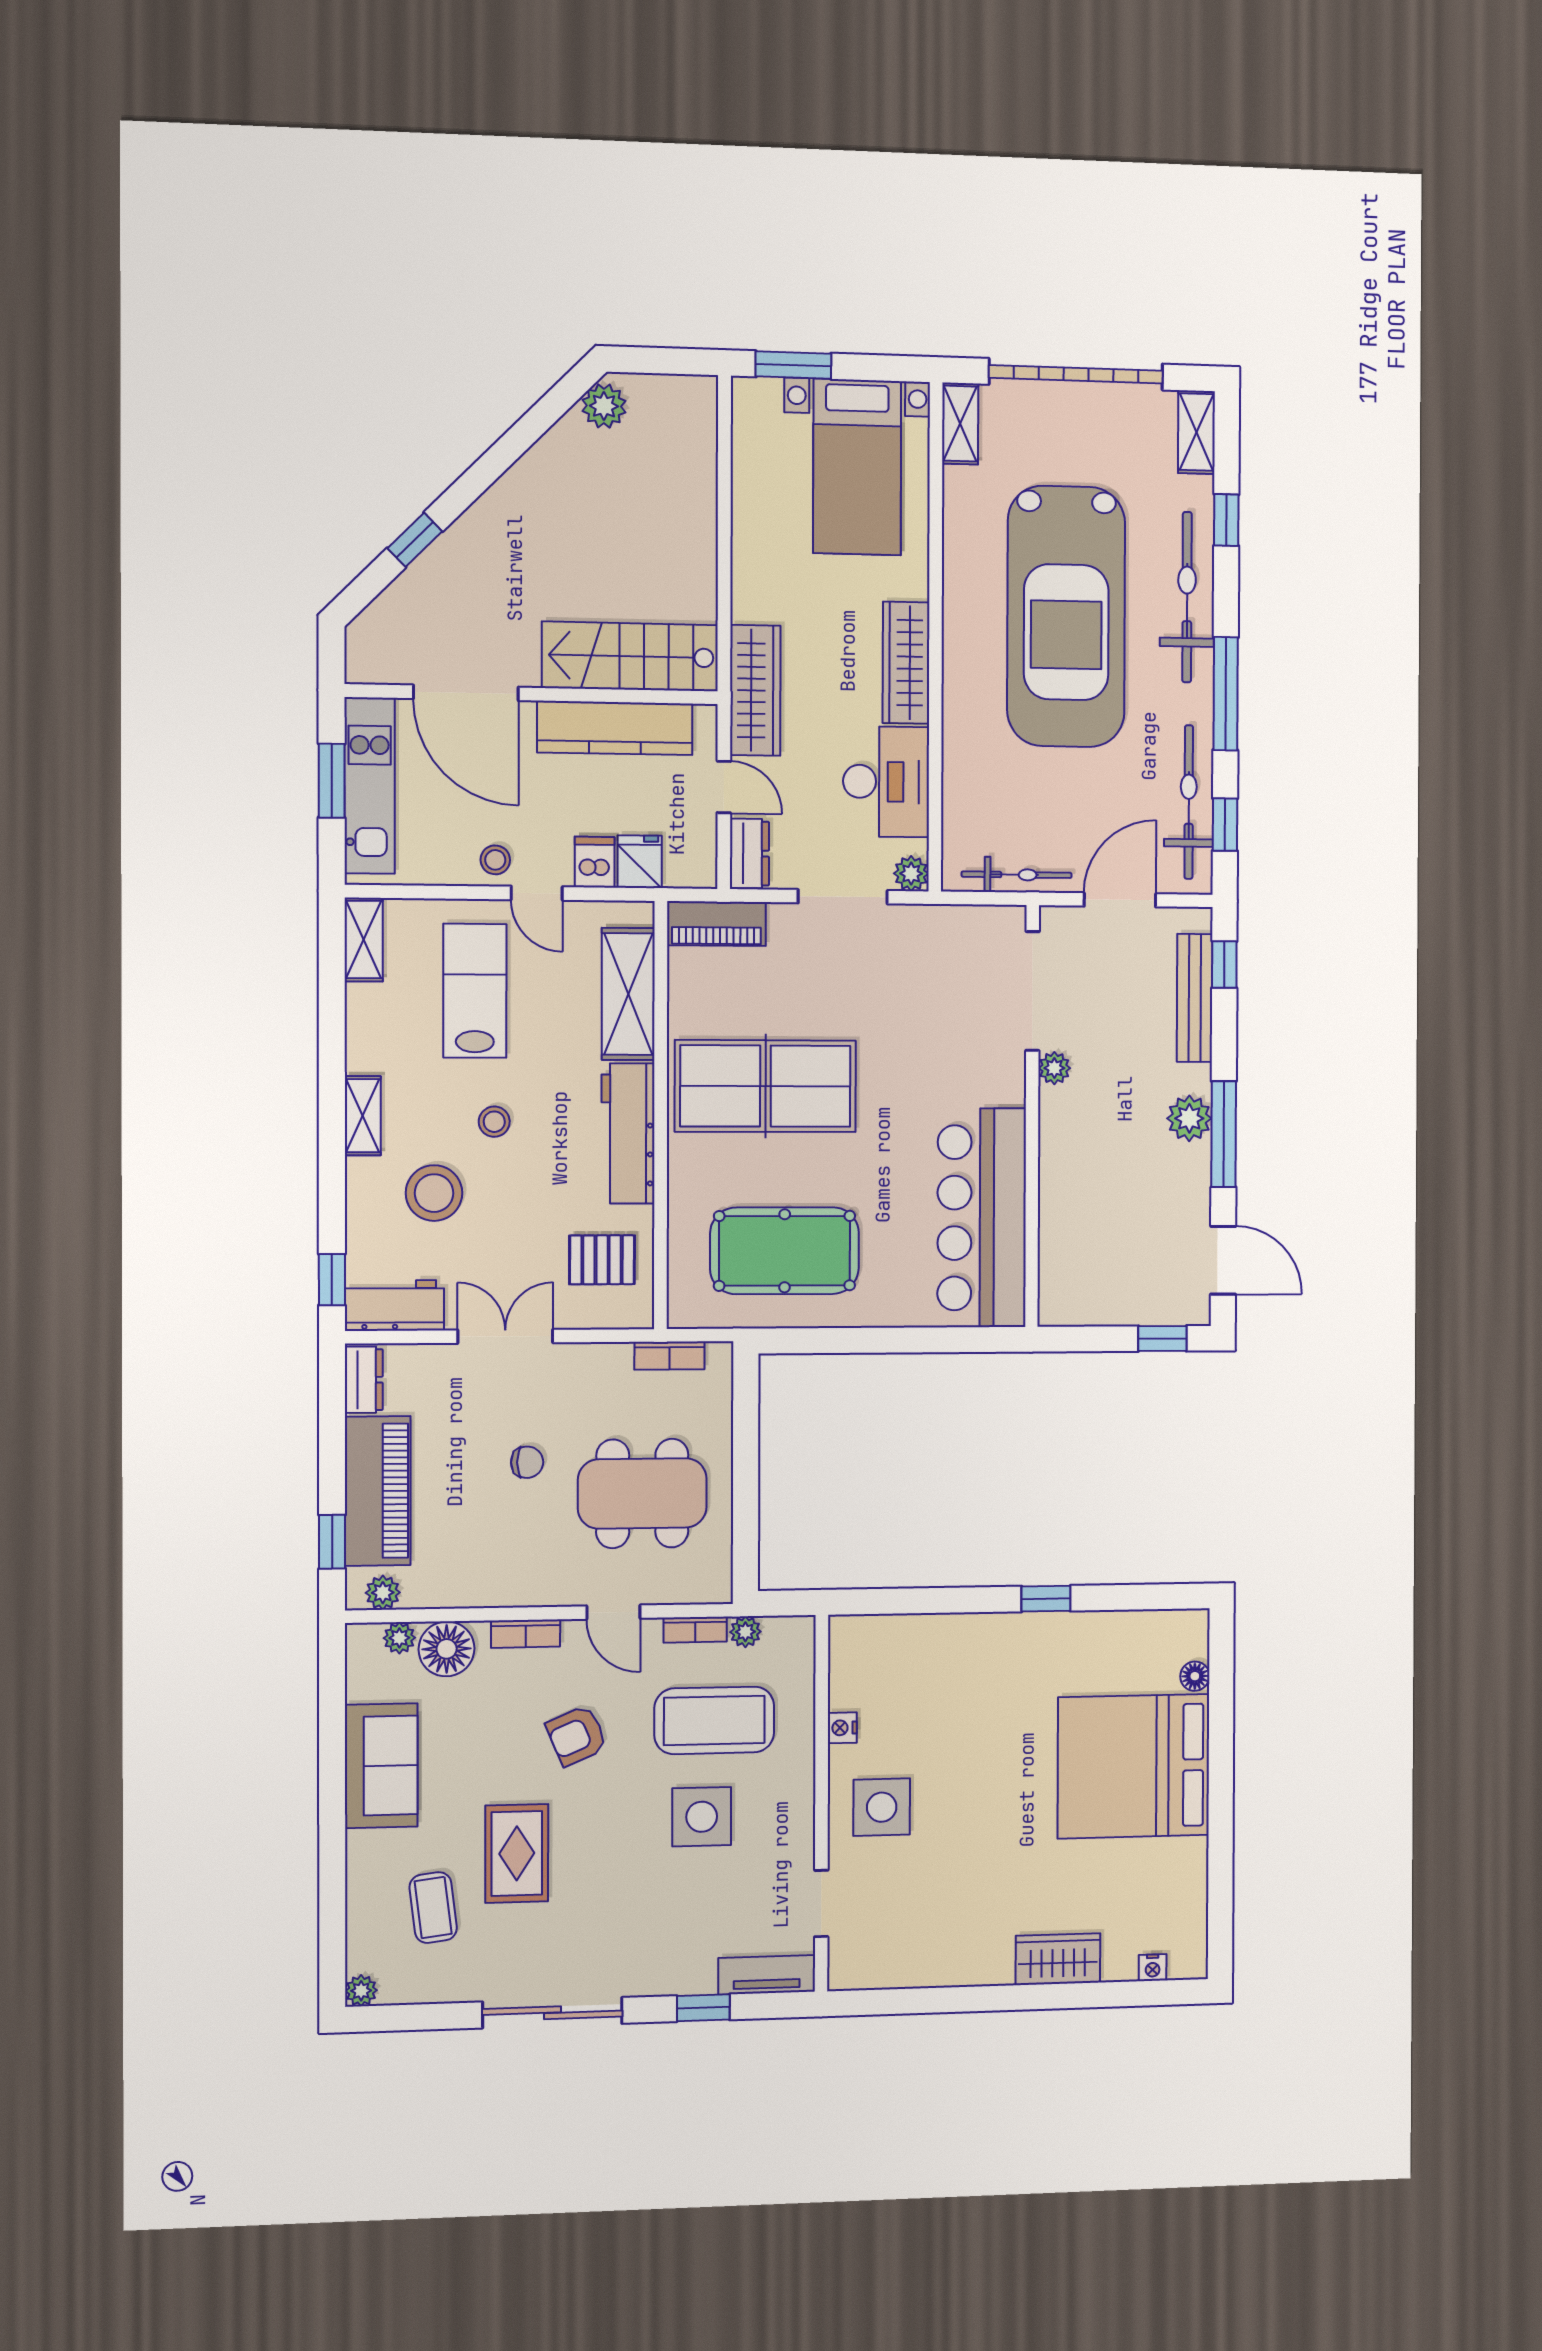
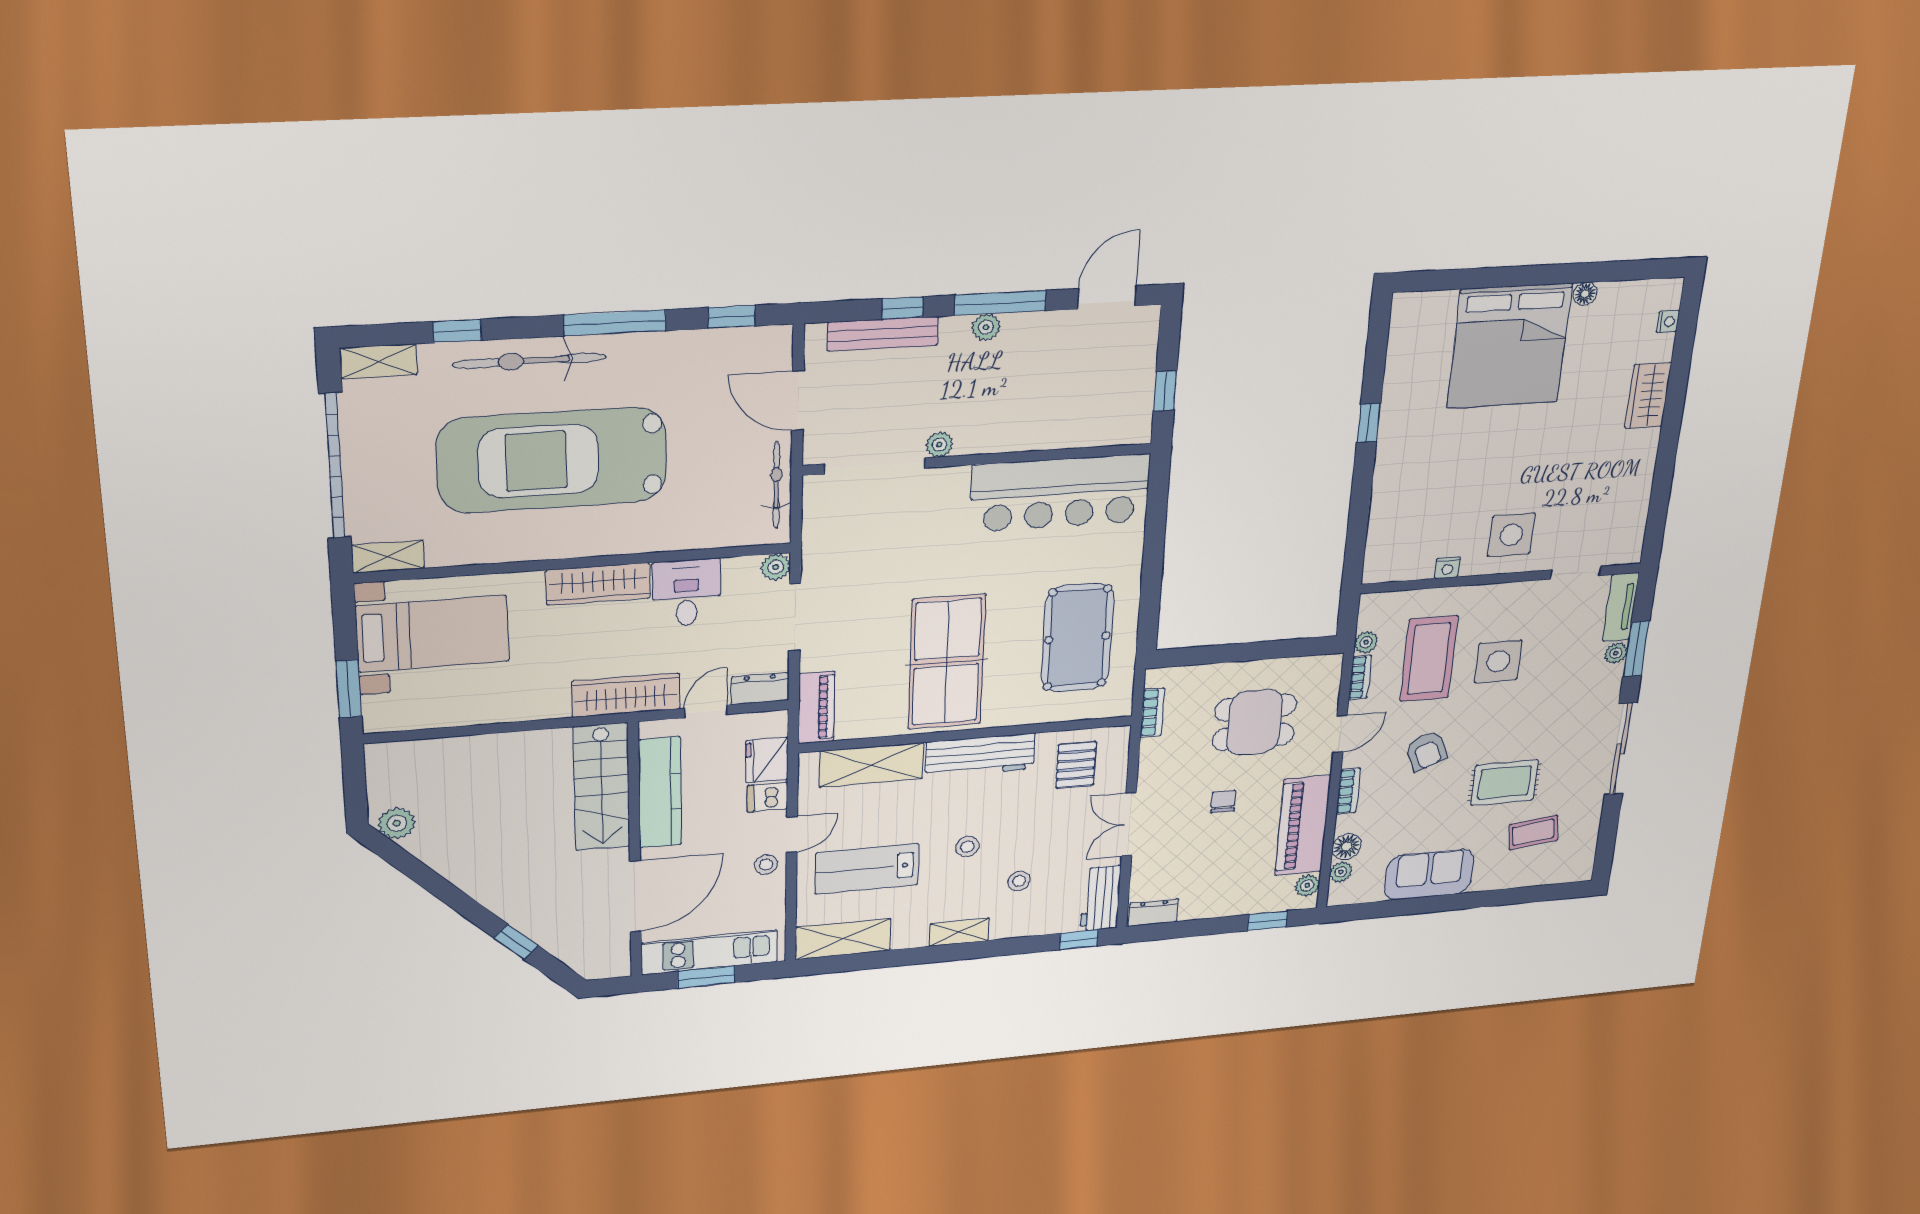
car: (1066, 617) -> (552, 460), turned 180
desk: (886, 782) -> (687, 593), width x0.73
bicycle: (1189, 802) -> (712, 349), removed
fridge: (640, 862) -> (767, 760), width x1.38
shelving: (364, 940) -> (843, 939), width x1.50, depth x1.33
window: (1224, 965) -> (903, 308), moved
plant: (1189, 1118) -> (986, 327), width x0.73, depth x0.73
stool: (434, 1193) -> (1019, 881), width x0.53, depth x0.53
window: (1162, 1338) -> (1165, 391), moved
piano: (378, 1491) -> (1303, 826), moved, turned -90
dining table: (642, 1493) -> (1254, 722), width x0.73
floor lamp: (447, 1649) -> (1347, 847), width x0.73, depth x0.73
floor lamp: (1195, 1676) -> (1585, 294), moved
plant: (361, 1991) -> (1616, 653), moved
window: (703, 2008) -> (1636, 649), width x1.50

